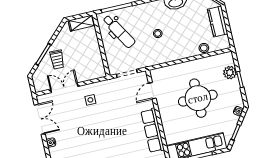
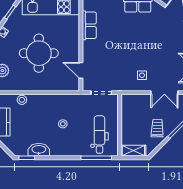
dental chair: (119, 31) -> (99, 134), turned 31
trolley: (57, 60) -> (157, 128), moved
door: (152, 91) -> (81, 70), swing flipped
row of seats: (153, 130) -> (89, 25), width x0.68

